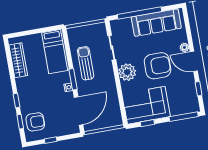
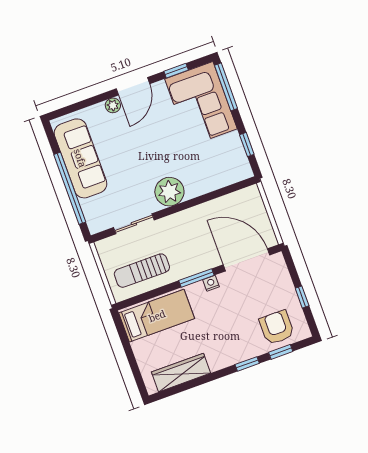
sun lounger: (86, 63) -> (142, 271), moved
armchair: (158, 66) -> (150, 144), removed
corner sofa: (146, 105) -> (201, 104), moved

